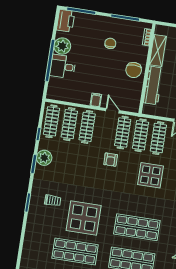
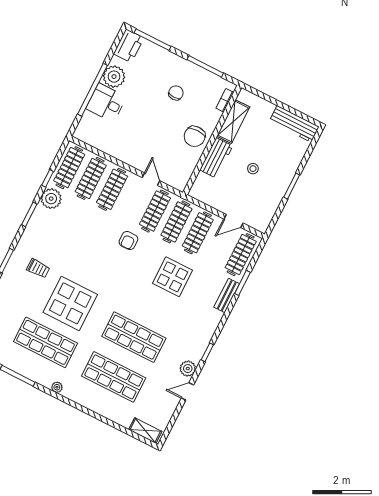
workbench: (153, 85) -> (216, 158), width x0.73
filing cabinet: (96, 100) -> (134, 159), removed
plant: (44, 158) -> (51, 199), moved

